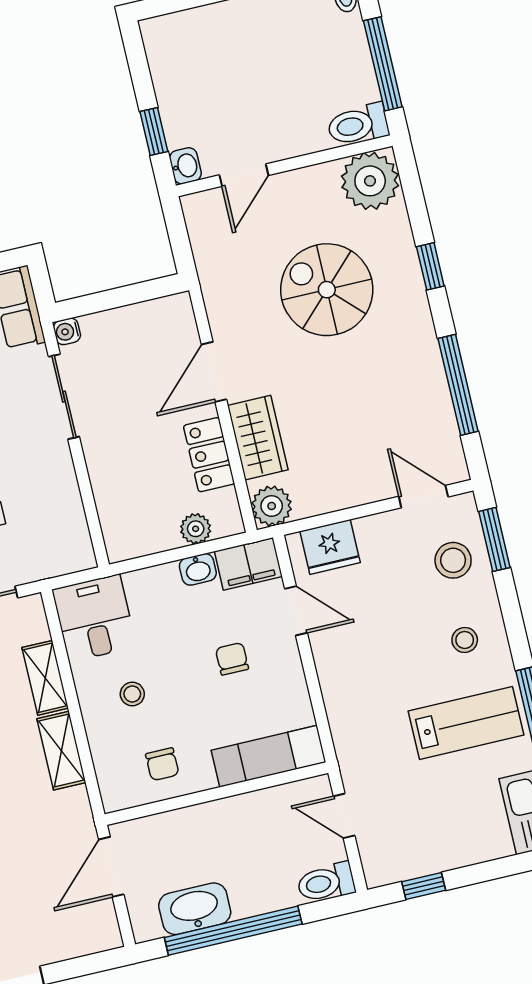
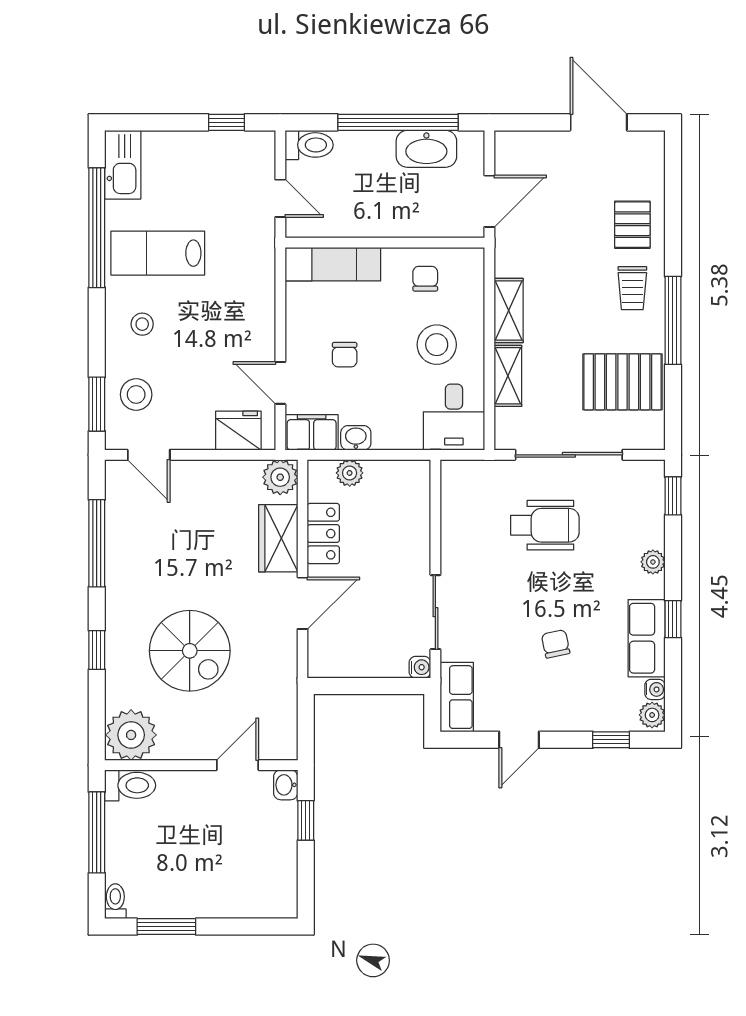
stool: (132, 694) -> (437, 345), width x1.89, depth x1.89

